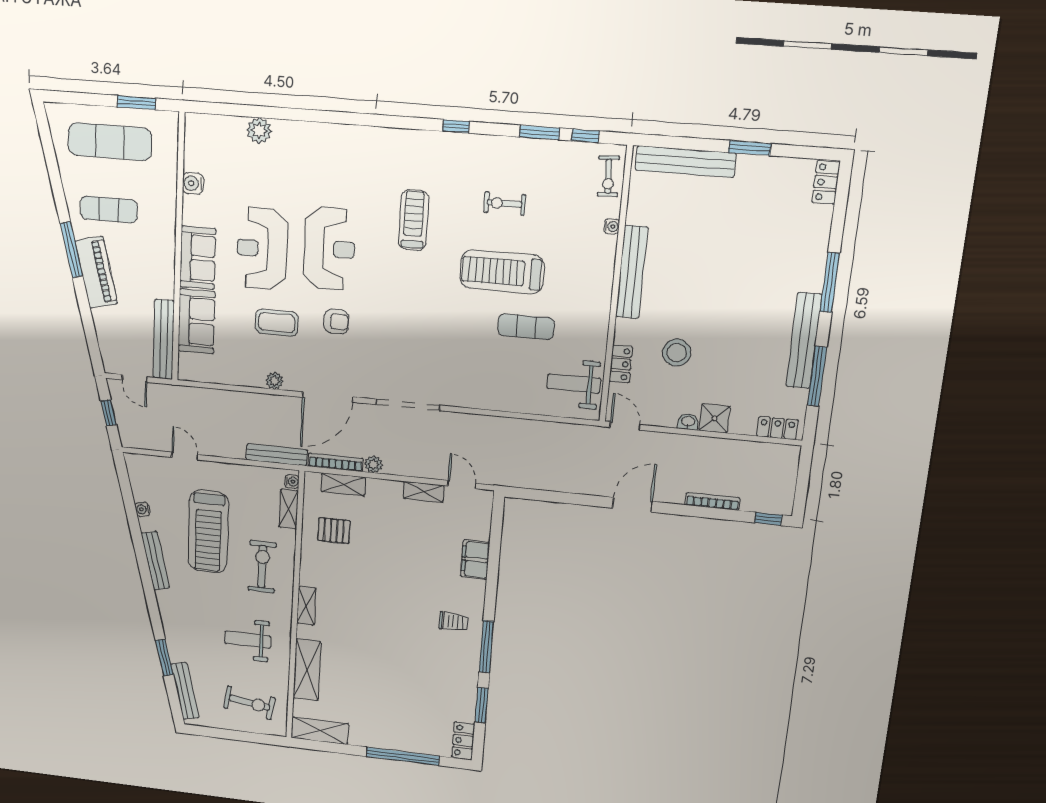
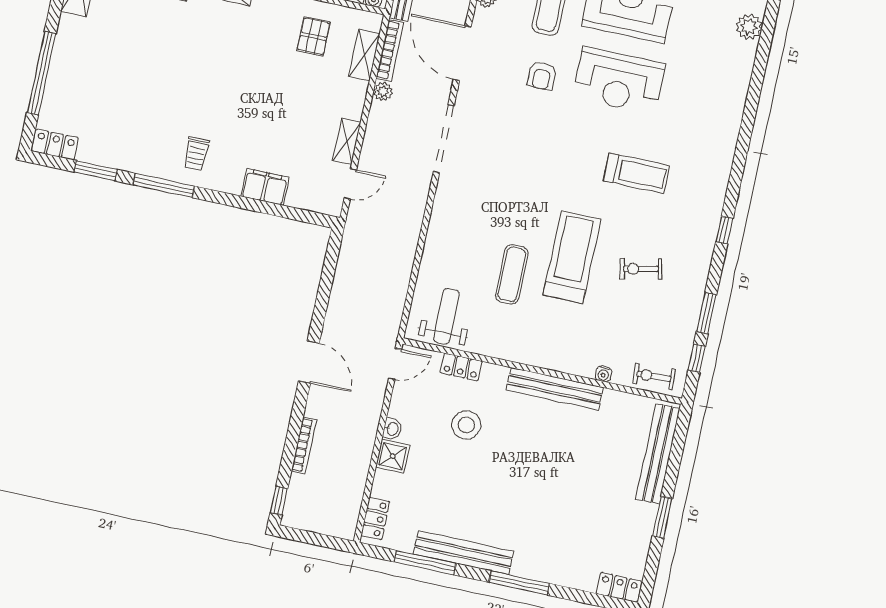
exercise bike: (505, 203) -> (641, 269), turned -102

